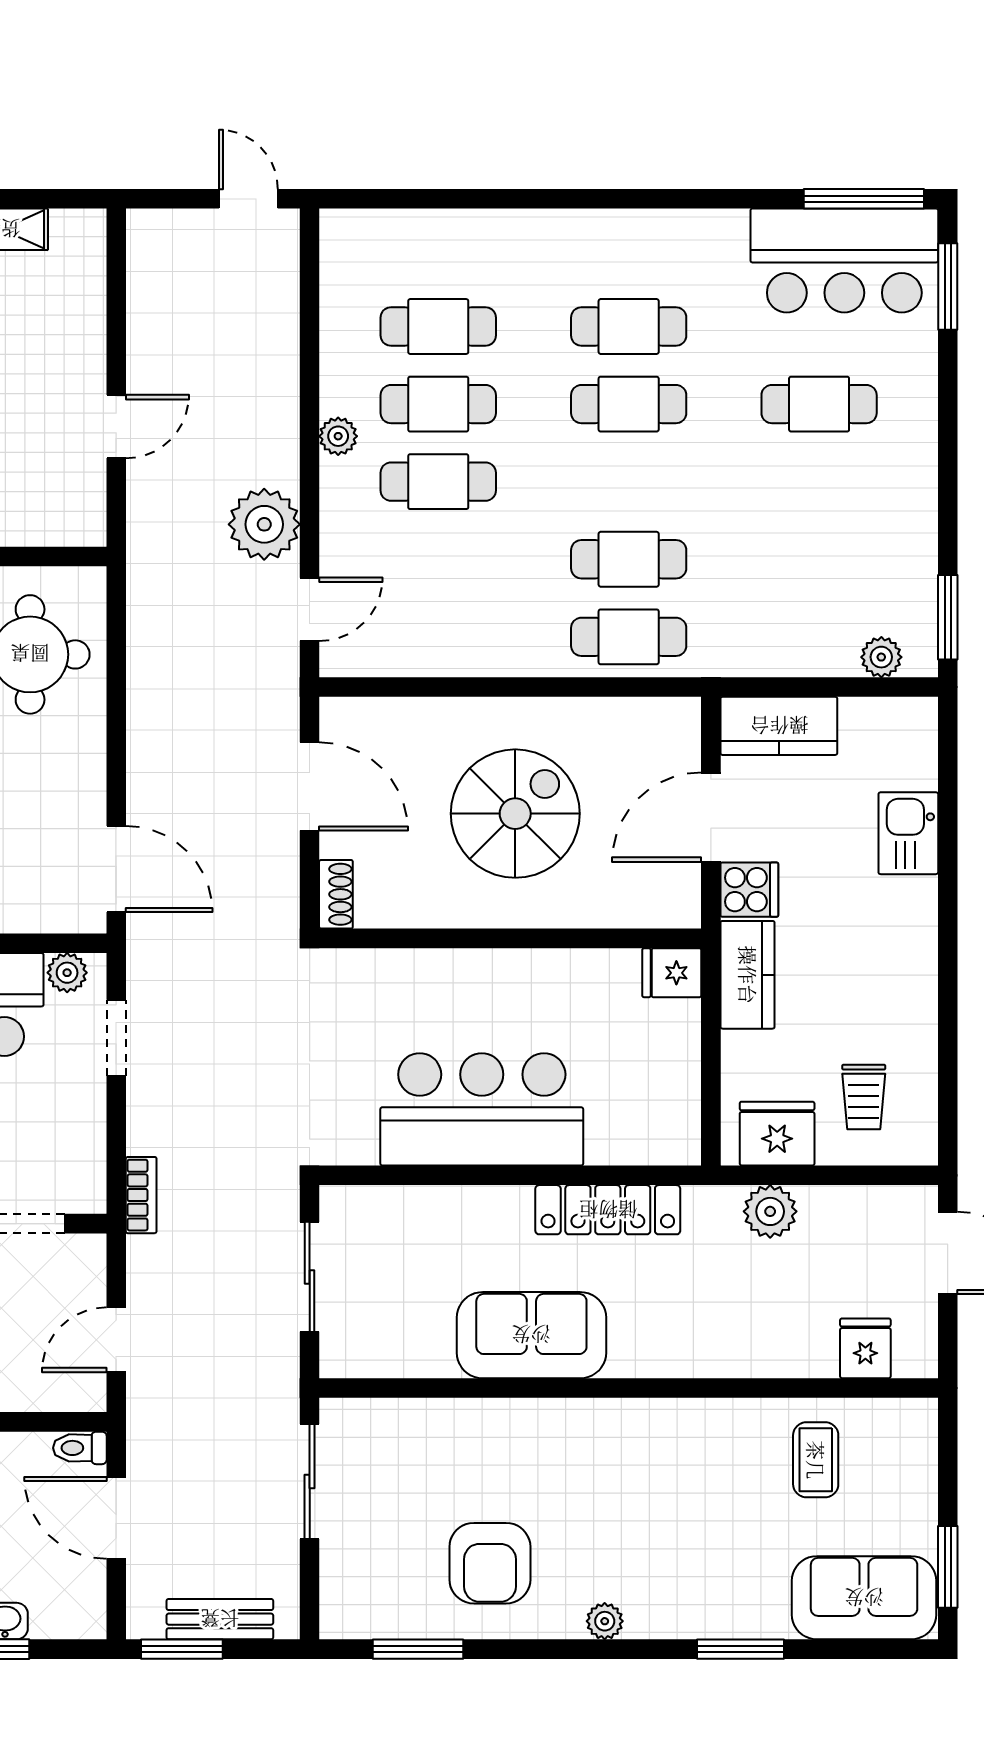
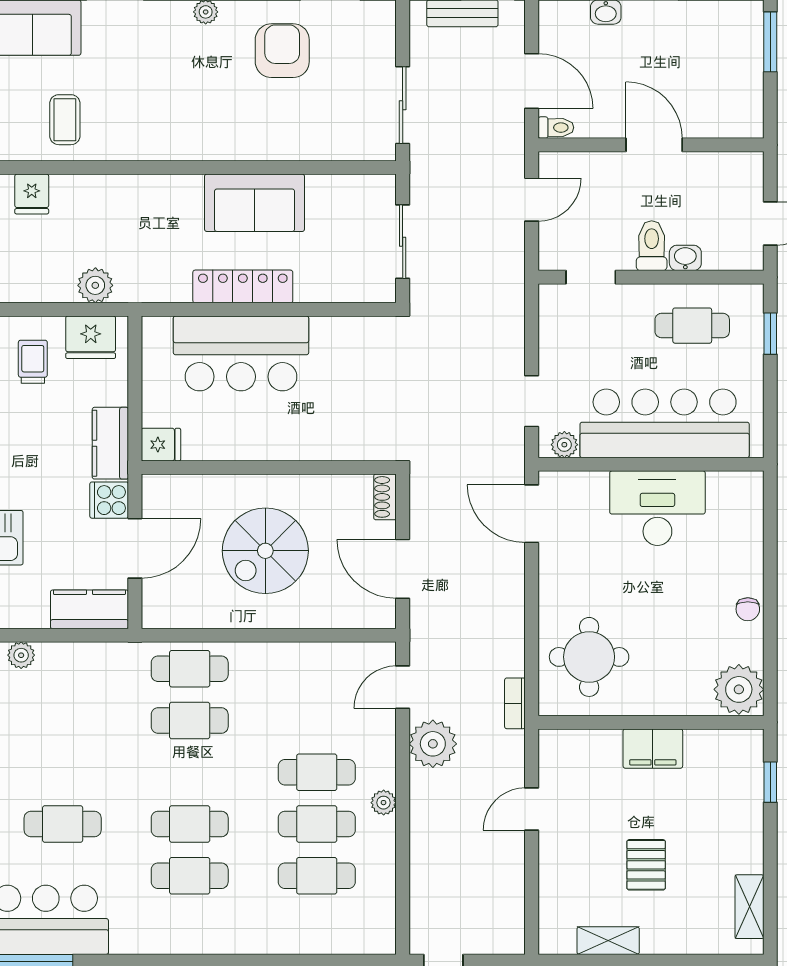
bar counter: (482, 1109) -> (241, 353), moved
bookcase: (141, 1195) -> (515, 703), moved
locker: (608, 1210) -> (243, 286), moved

